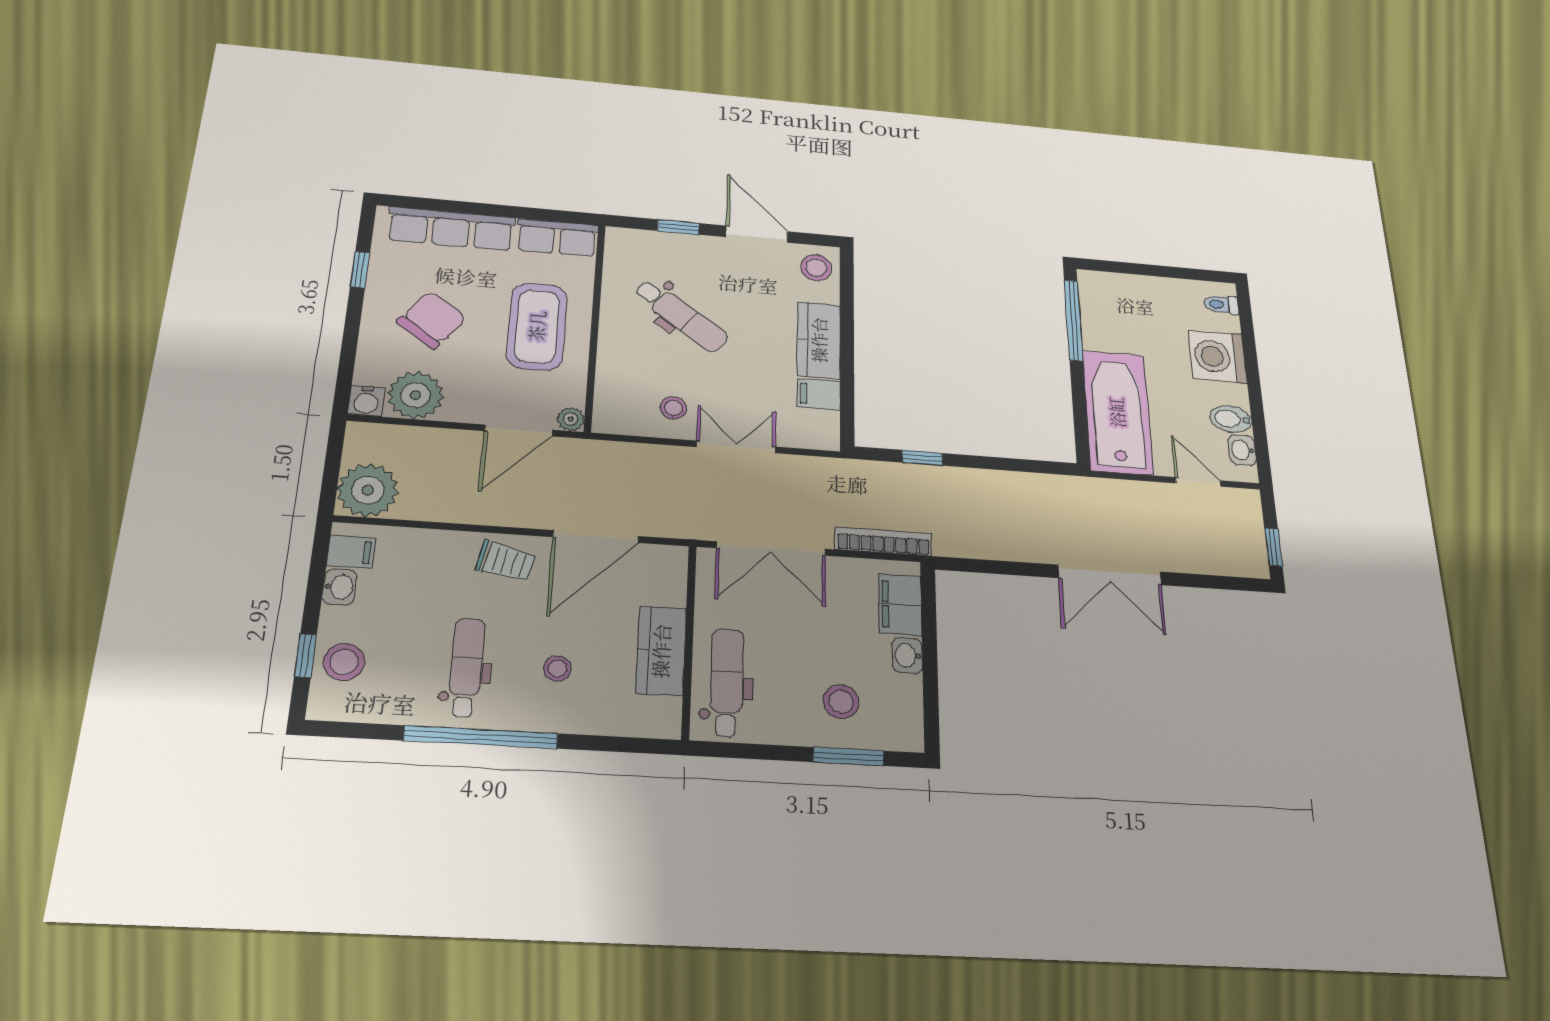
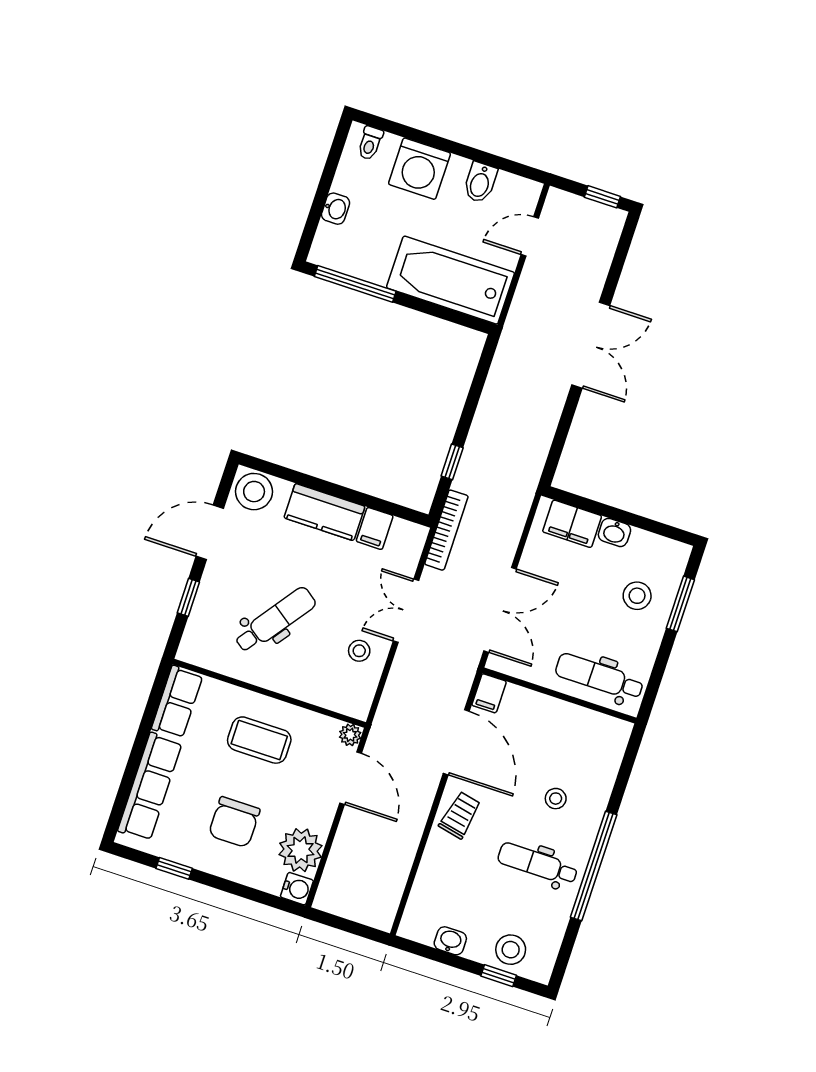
stool: (816, 268) -> (254, 492), width x1.38, depth x1.38
chair: (432, 320) -> (234, 822), turned -126
coffee table: (537, 326) -> (259, 740), width x0.73, depth x0.76
washbasin: (1242, 450) -> (336, 209), moved, turned -90
plant: (368, 490) -> (375, 904), removed
bookcase: (883, 541) -> (446, 530), moved, turned 180
filing cabinet: (351, 552) -> (489, 693), moved, turned 180
kitchen counter: (661, 651) -> (562, 718), removed

